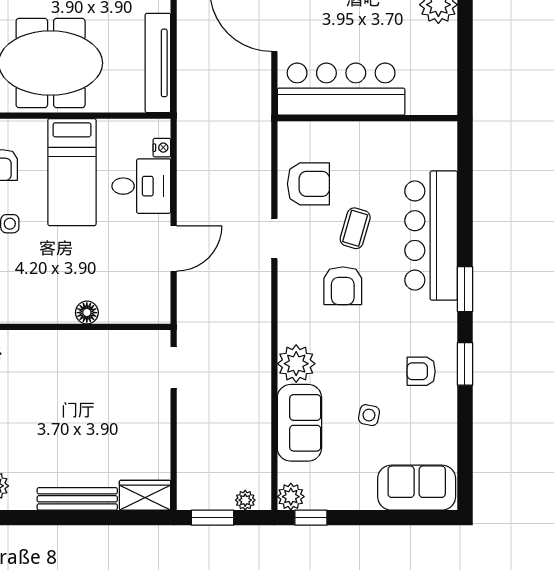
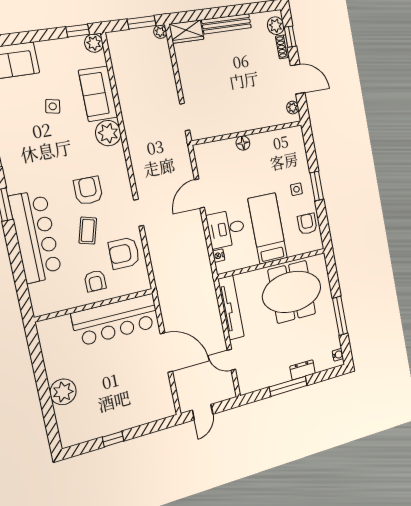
armchair: (421, 371) -> (95, 281), moved, turned 90
plant: (245, 500) -> (160, 32), moved

